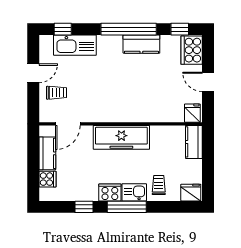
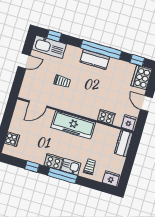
kitchen counter: (141, 44) -> (95, 59), moved
kitchen sink: (75, 45) -> (49, 47), moved
trolley: (57, 93) -> (62, 81), moved
cooker: (161, 114) -> (106, 117), added
kitchen counter: (47, 153) -> (17, 121), removed

